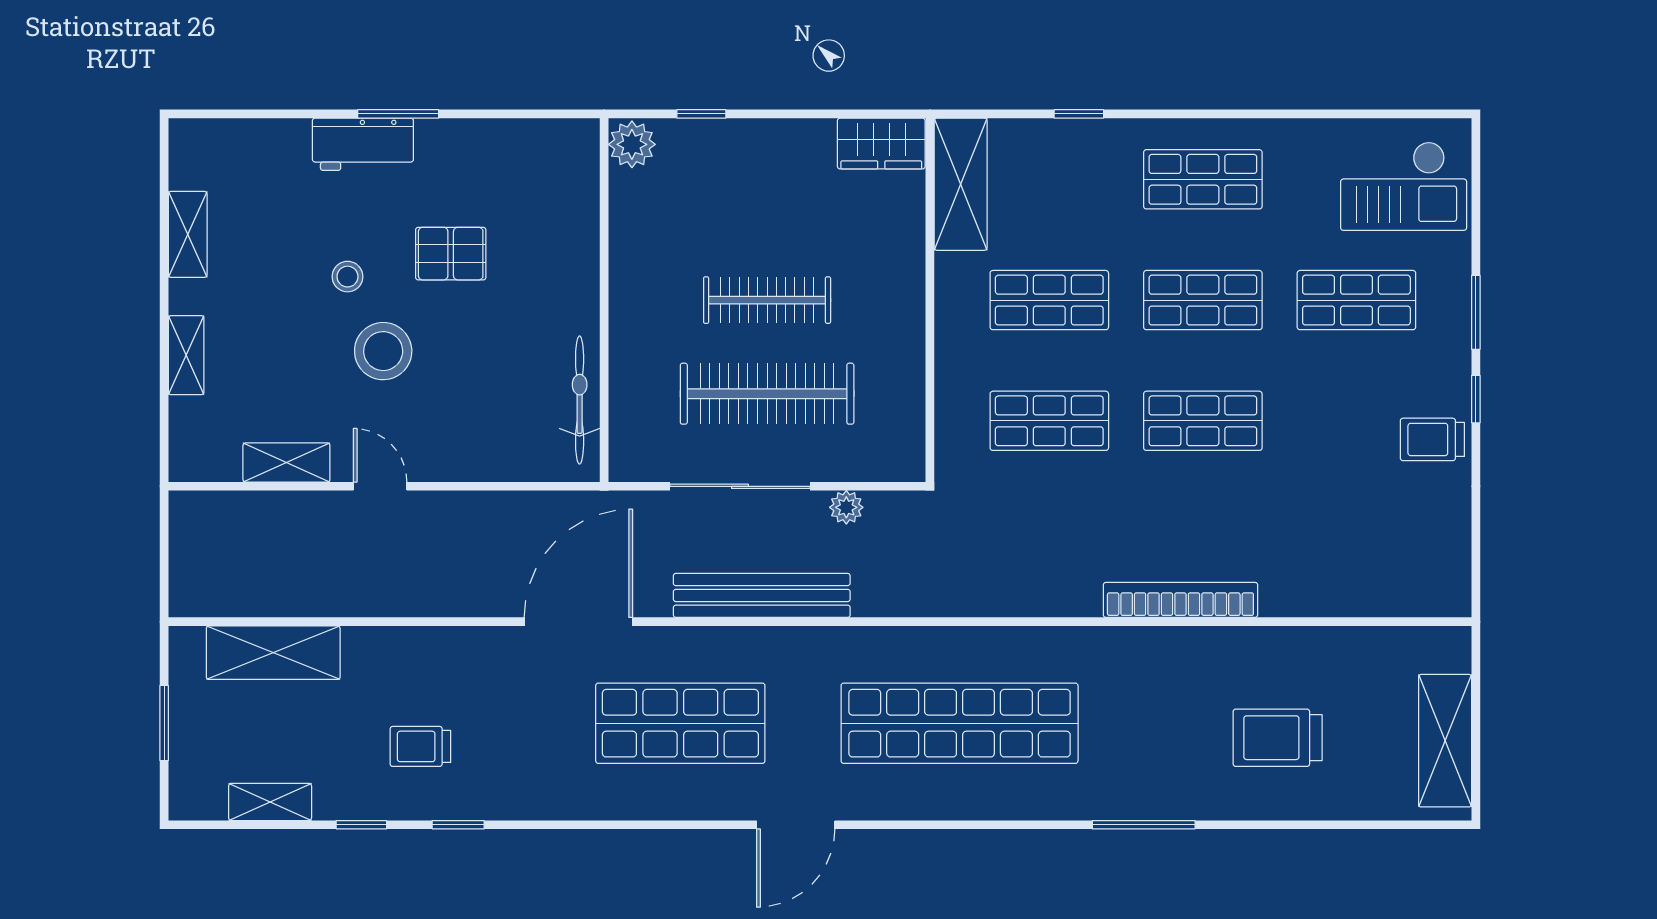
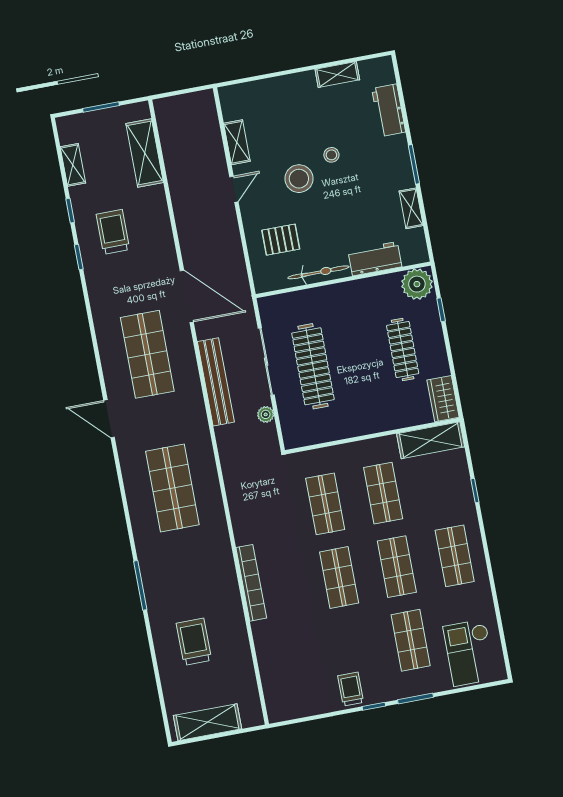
workbench: (363, 144) -> (389, 110), moved
plant: (632, 144) -> (417, 284), width x1.36, depth x1.36
workbench: (573, 228) -> (375, 259), added
pallet: (451, 254) -> (281, 240), moved, turned 90
clothes rail: (767, 300) -> (403, 350), moved
shelving: (186, 355) -> (411, 208), moved, turned 90
bicycle: (580, 400) -> (318, 272), moved
shop shelf: (960, 723) -> (172, 488), width x0.71
trolley: (420, 746) -> (113, 232), width x1.36, depth x1.39

